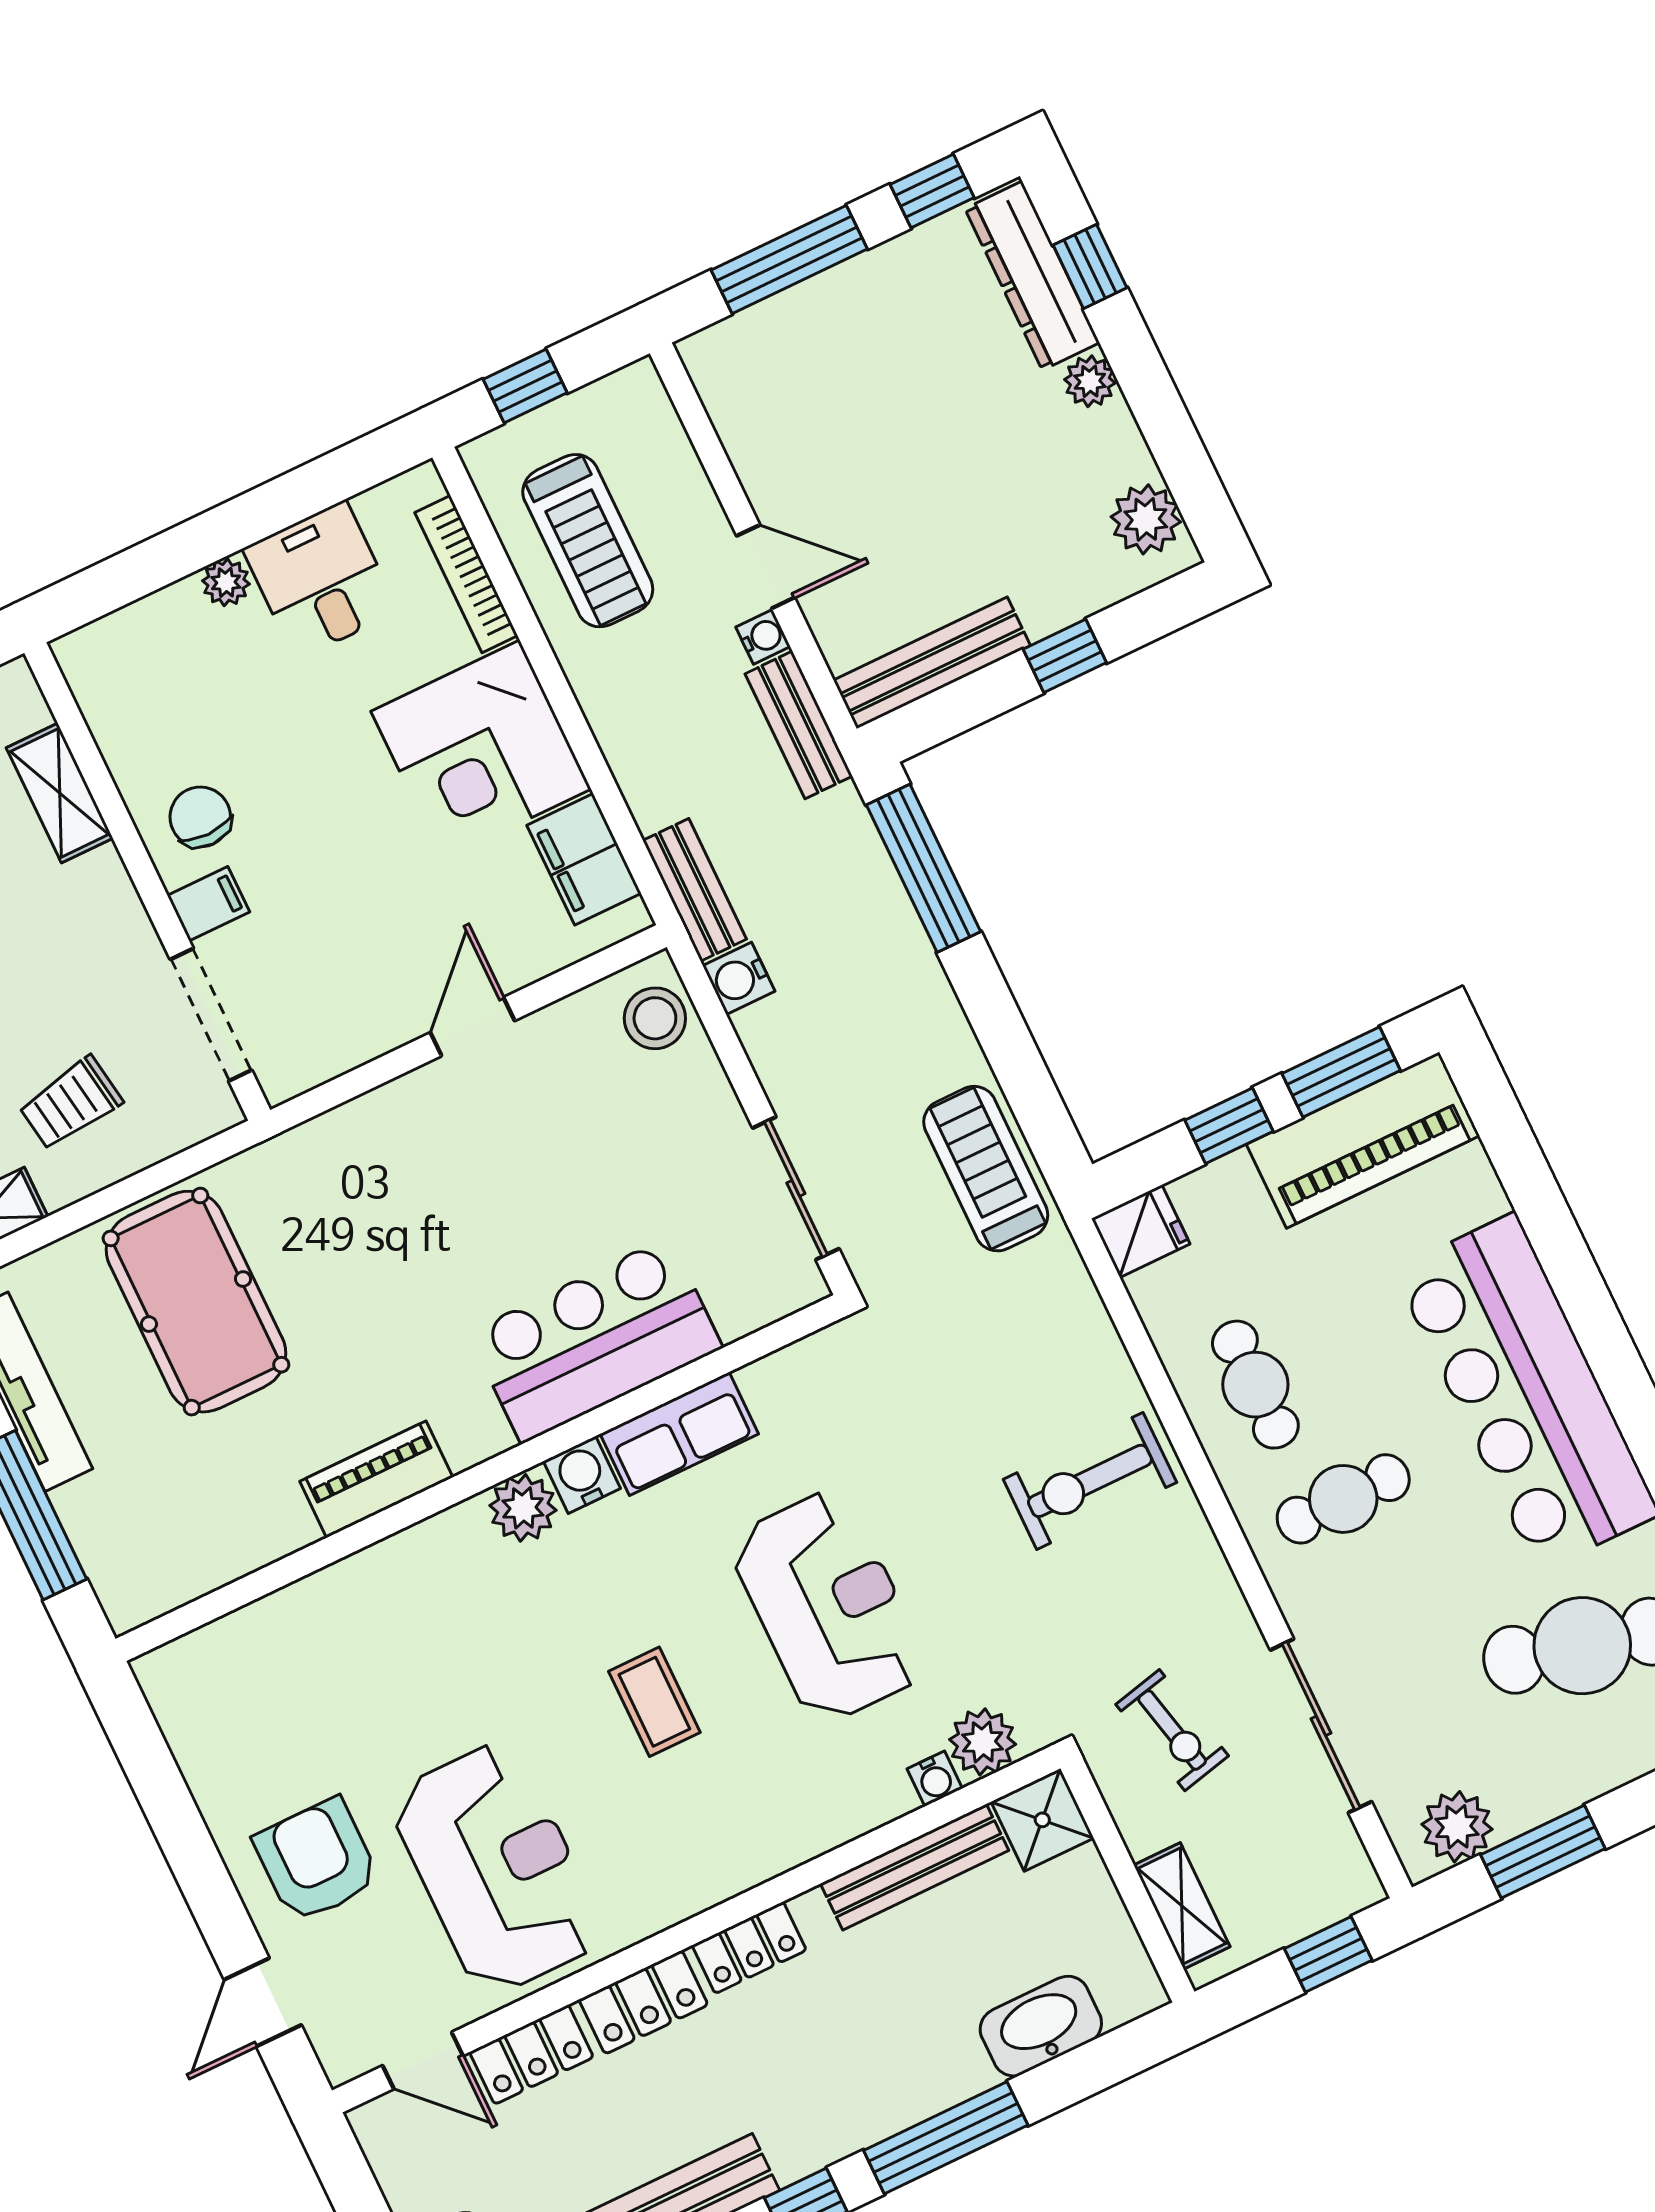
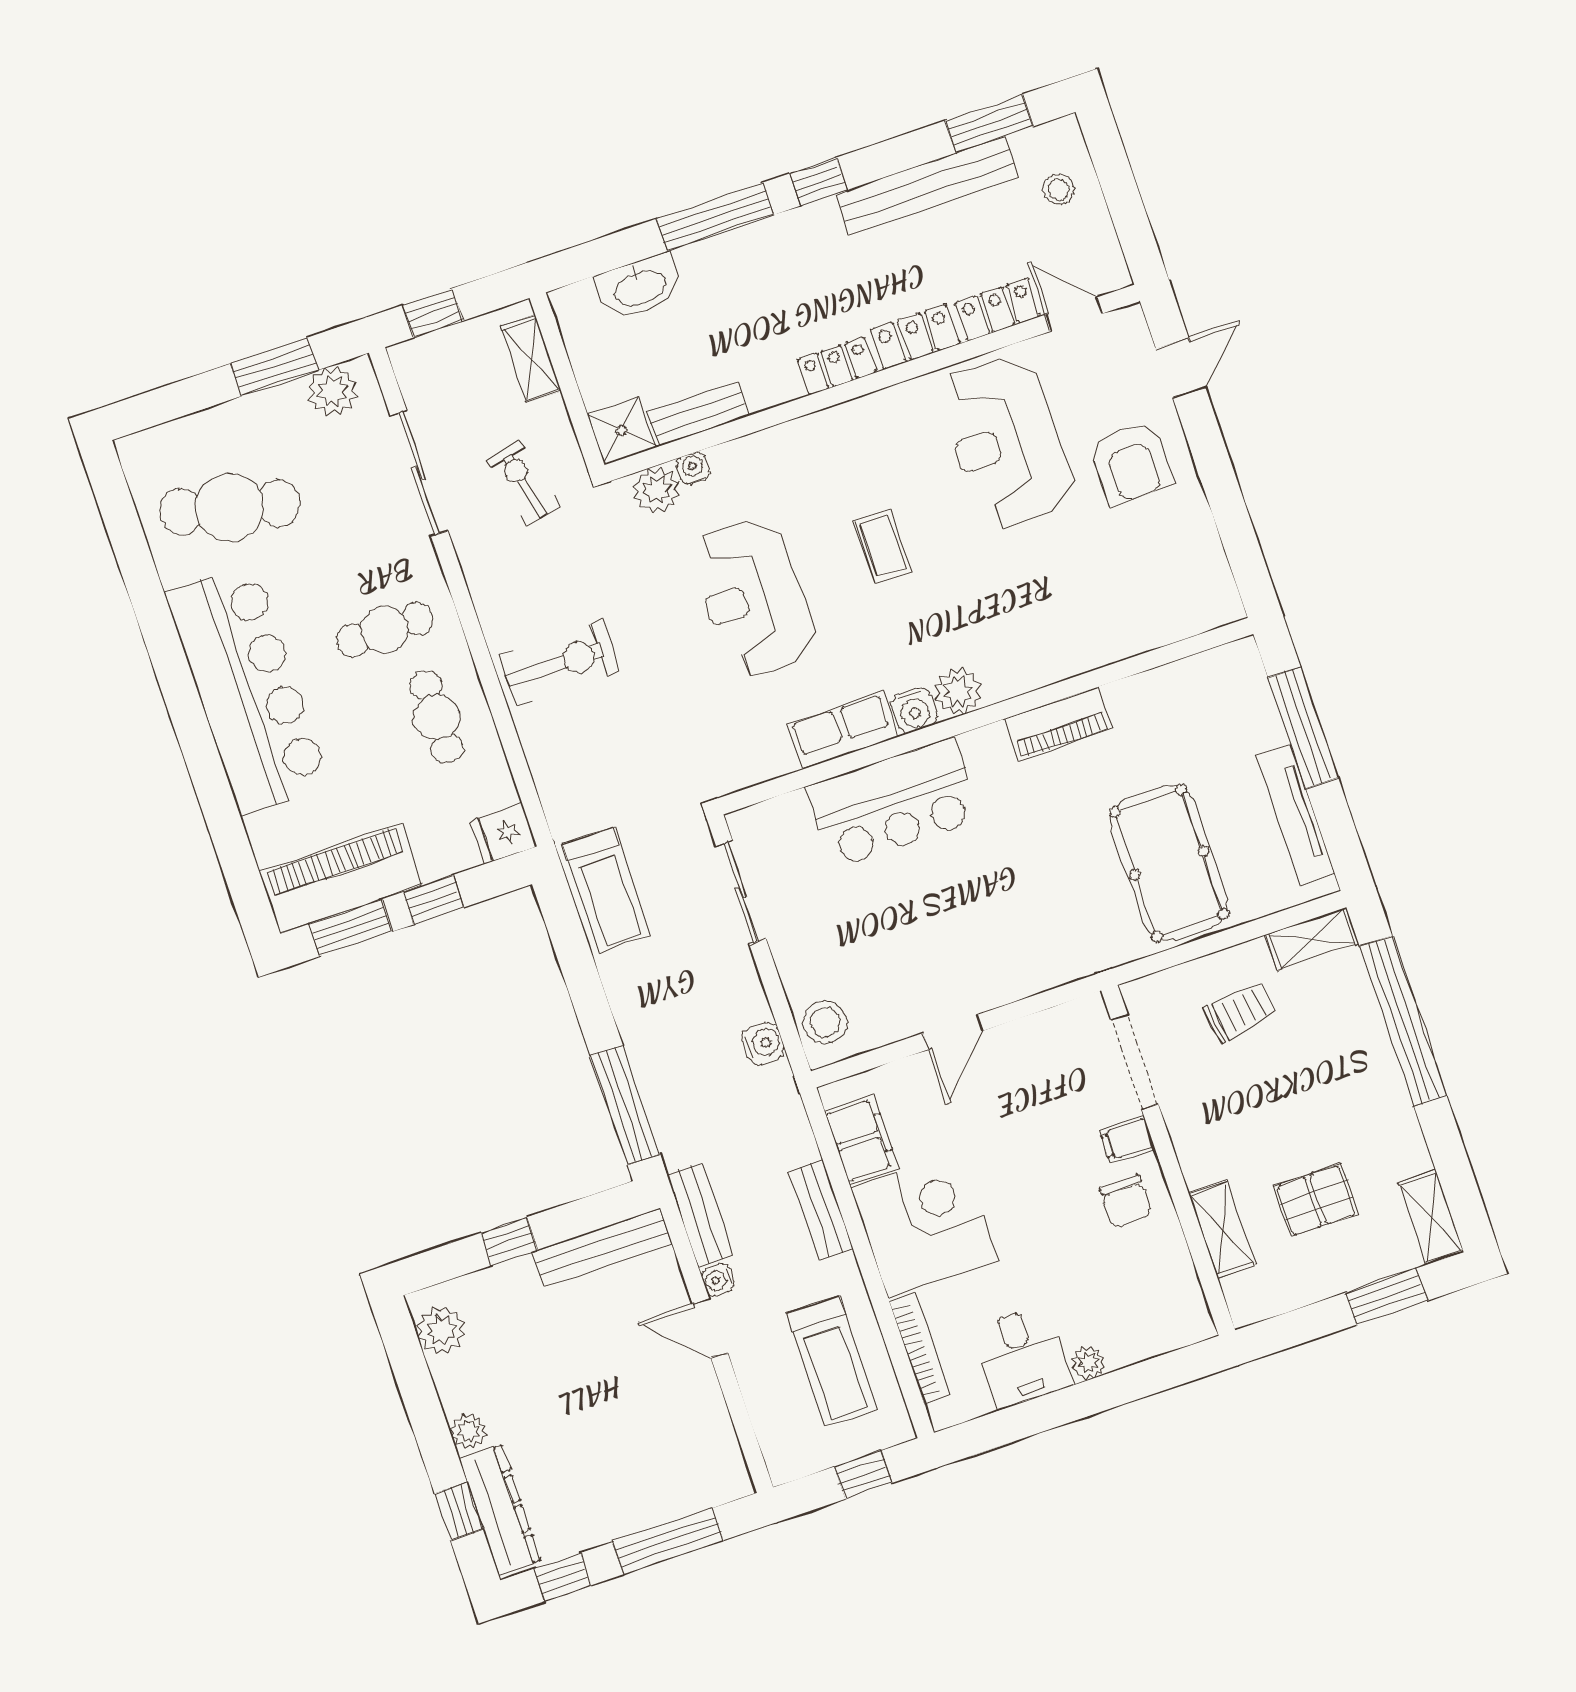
treadmill: (588, 541) -> (832, 1362), turned 180
bench: (695, 890) -> (821, 1210), moved
bench: (915, 1867) -> (698, 414), width x0.73

